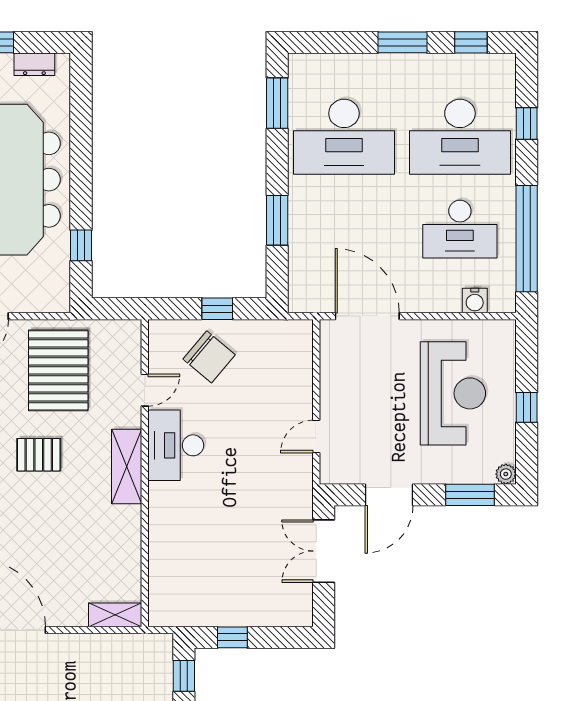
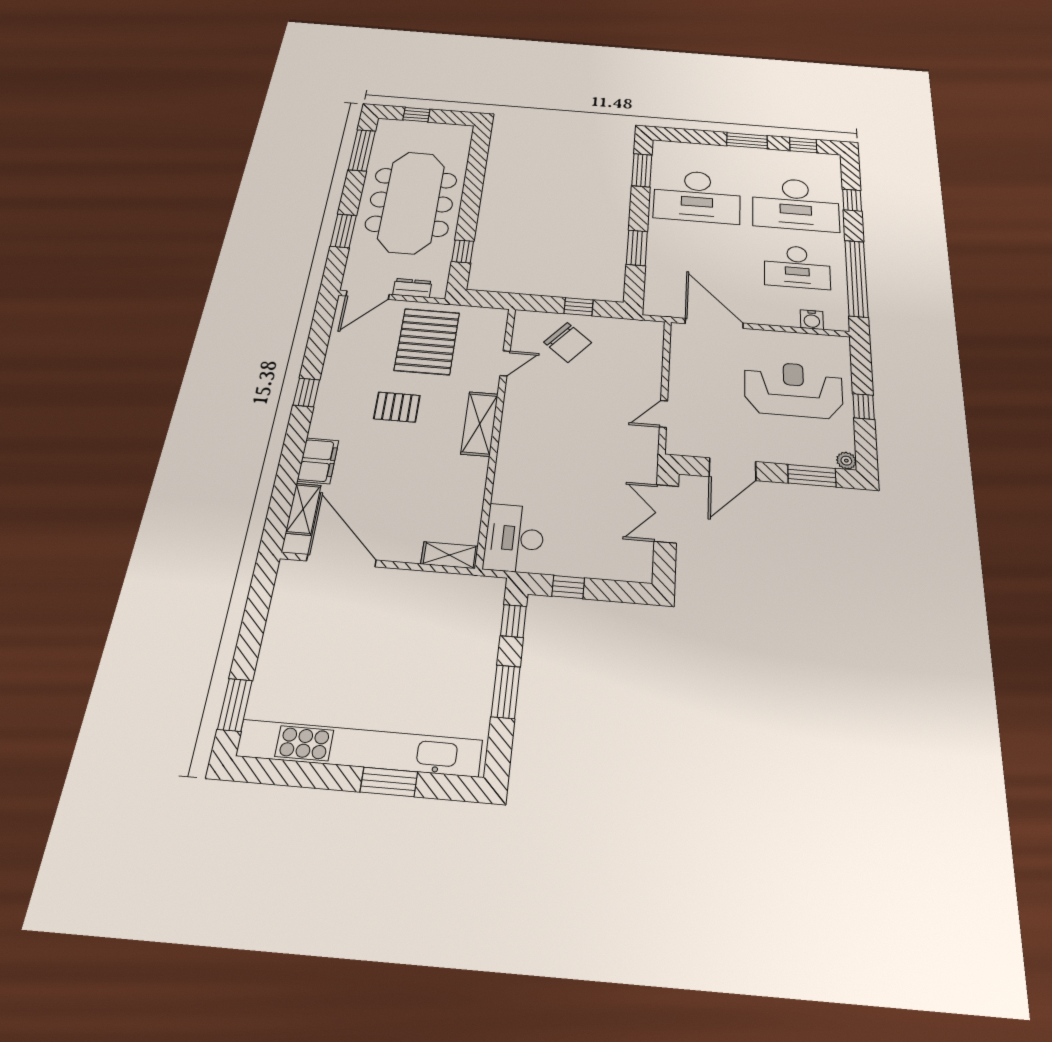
dresser: (34, 64) -> (412, 288), moved, turned 180
reception desk: (453, 393) -> (794, 390), turned -90
desk: (176, 445) -> (514, 538), moved

